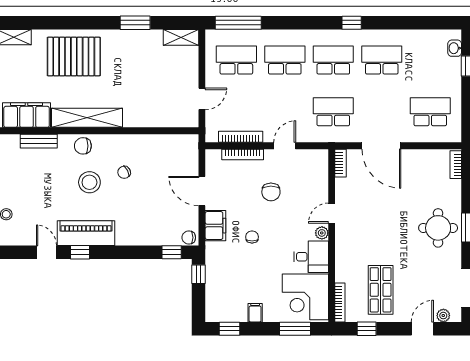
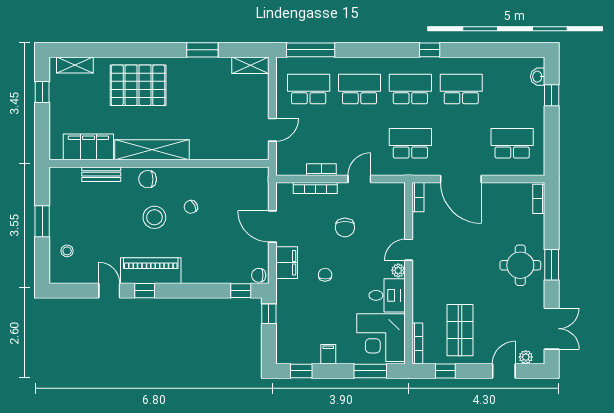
bookcase: (241, 137) -> (321, 170), width x0.64

